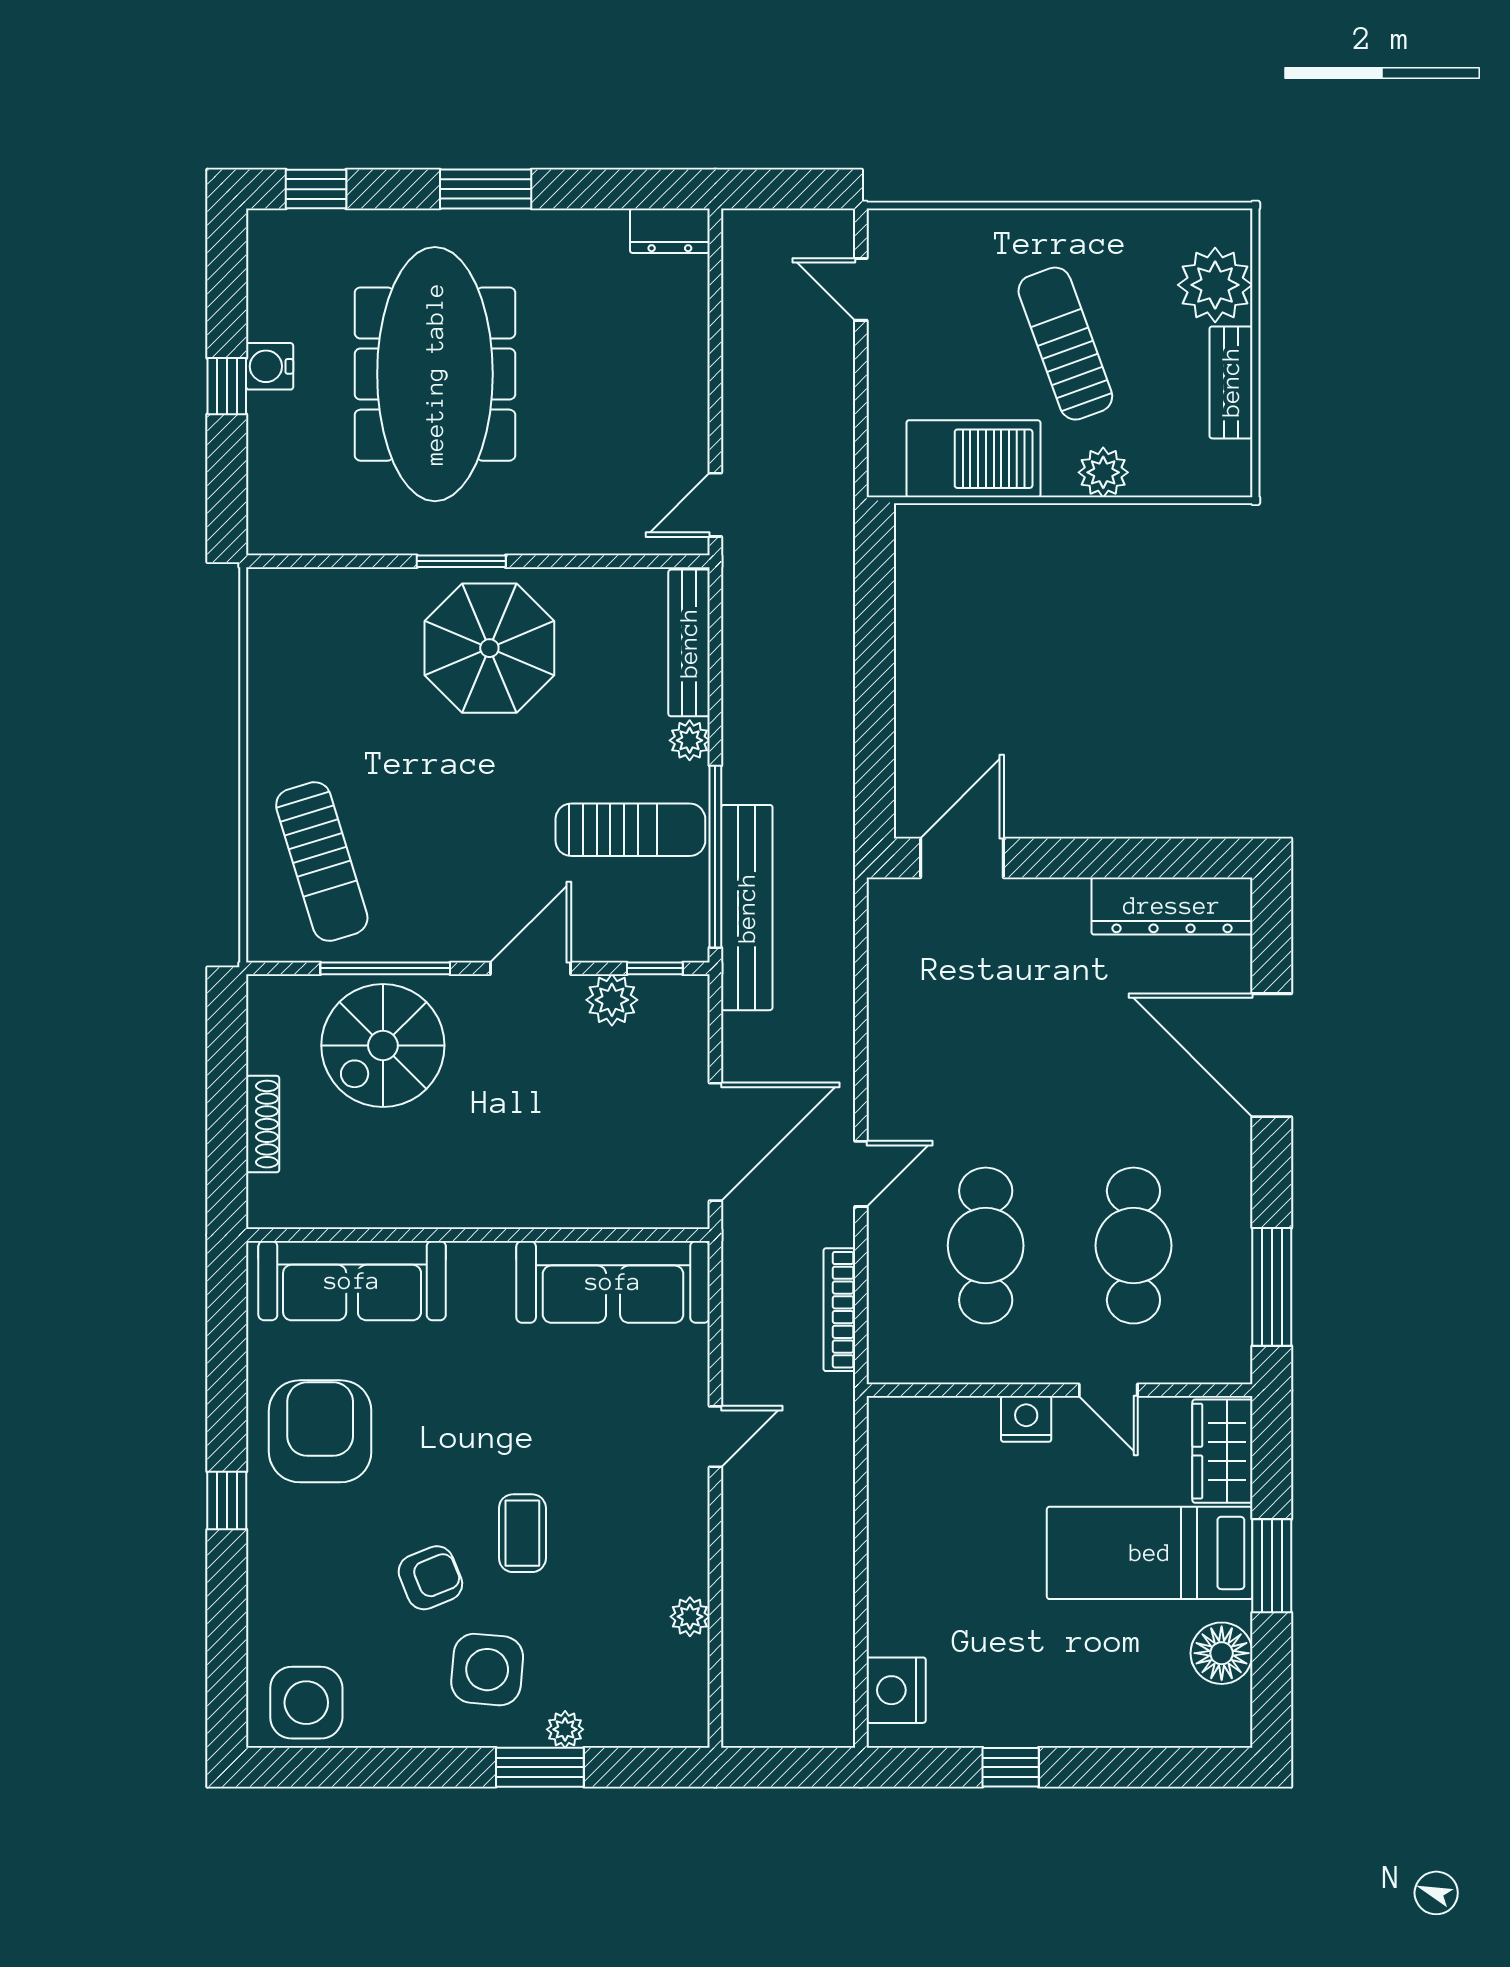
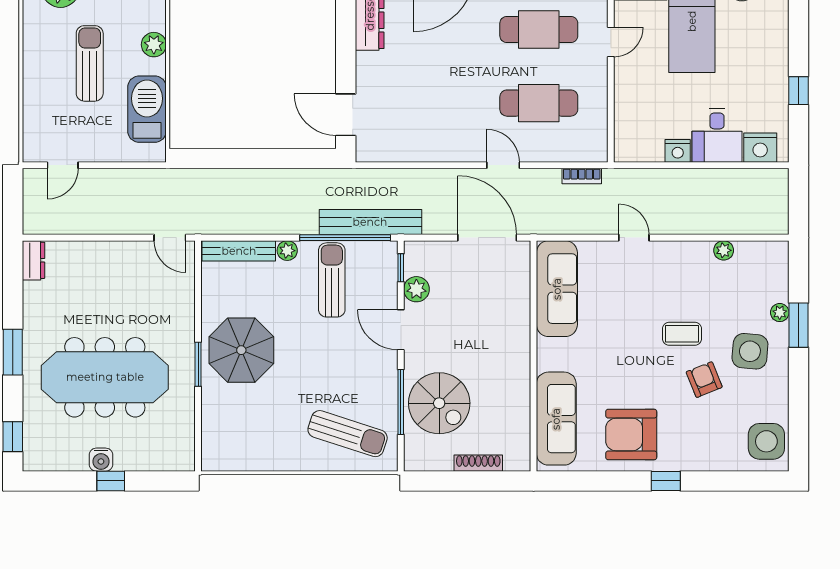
sun lounger: (1065, 344) -> (90, 63), turned 110
sun lounger: (322, 862) -> (348, 434), turned 35
bookcase: (839, 1310) -> (582, 176), width x0.64
nightstand: (1026, 1419) -> (678, 151), moved, turned -90
desk: (921, 1603) -> (717, 135), added

